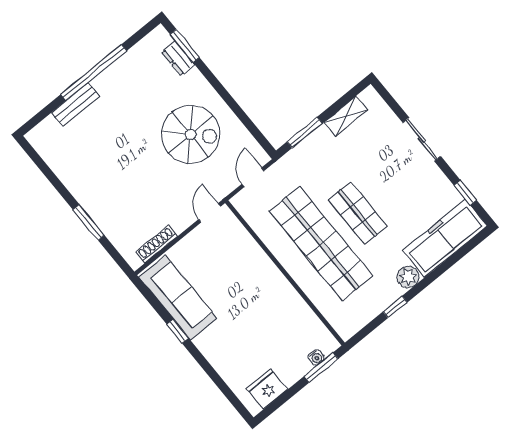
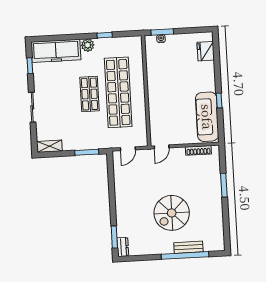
dresser: (178, 58) -> (123, 247), moved
window: (94, 73) -> (185, 255), moved
shelving: (346, 116) -> (49, 146), moved
spiral stairs: (191, 134) -> (172, 213), moved, turned -90
fridge: (267, 389) -> (206, 51), moved, turned 90

